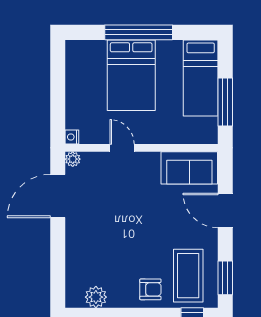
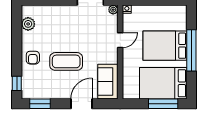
bed: (201, 78) -> (163, 83), width x1.50
window: (225, 102) -> (163, 104), moved
coffee table: (188, 276) -> (66, 61), moved

